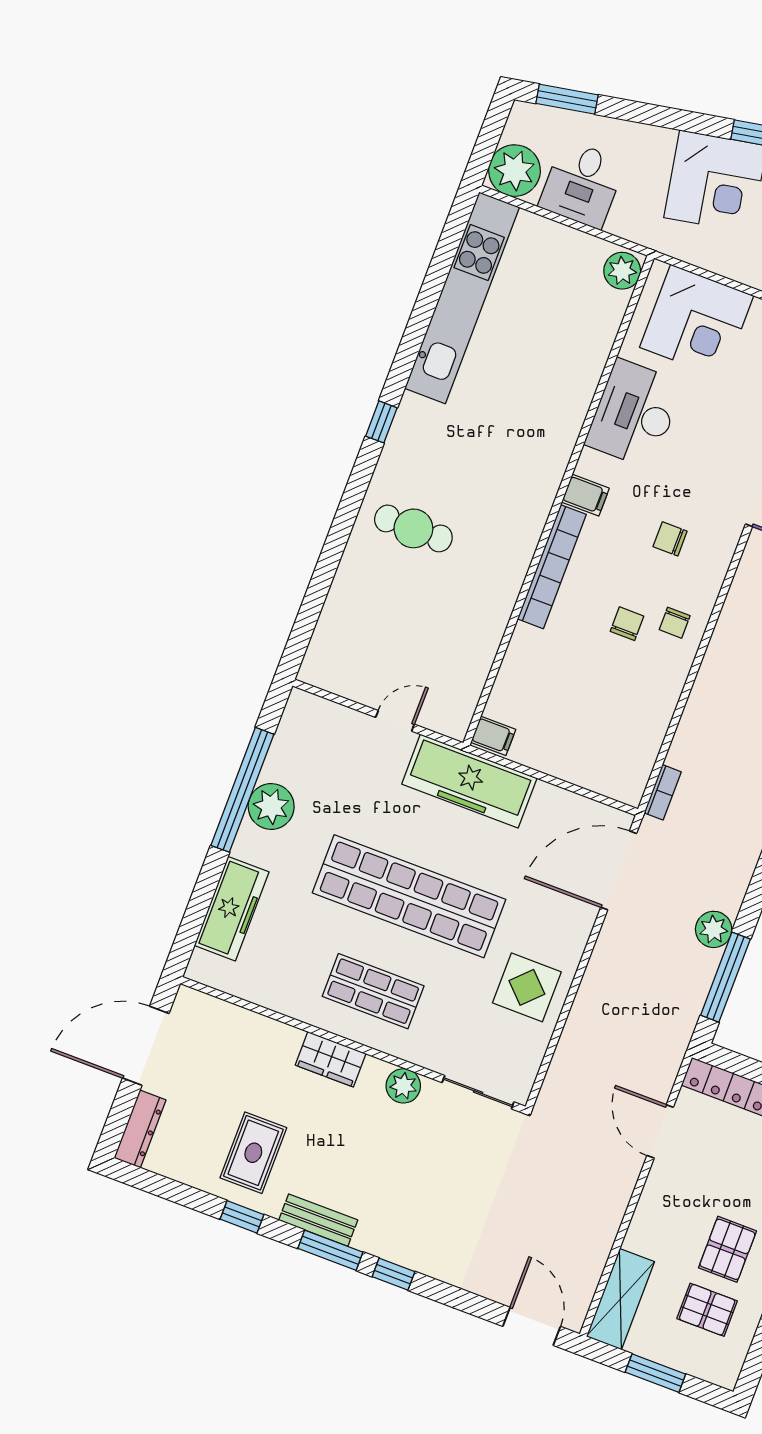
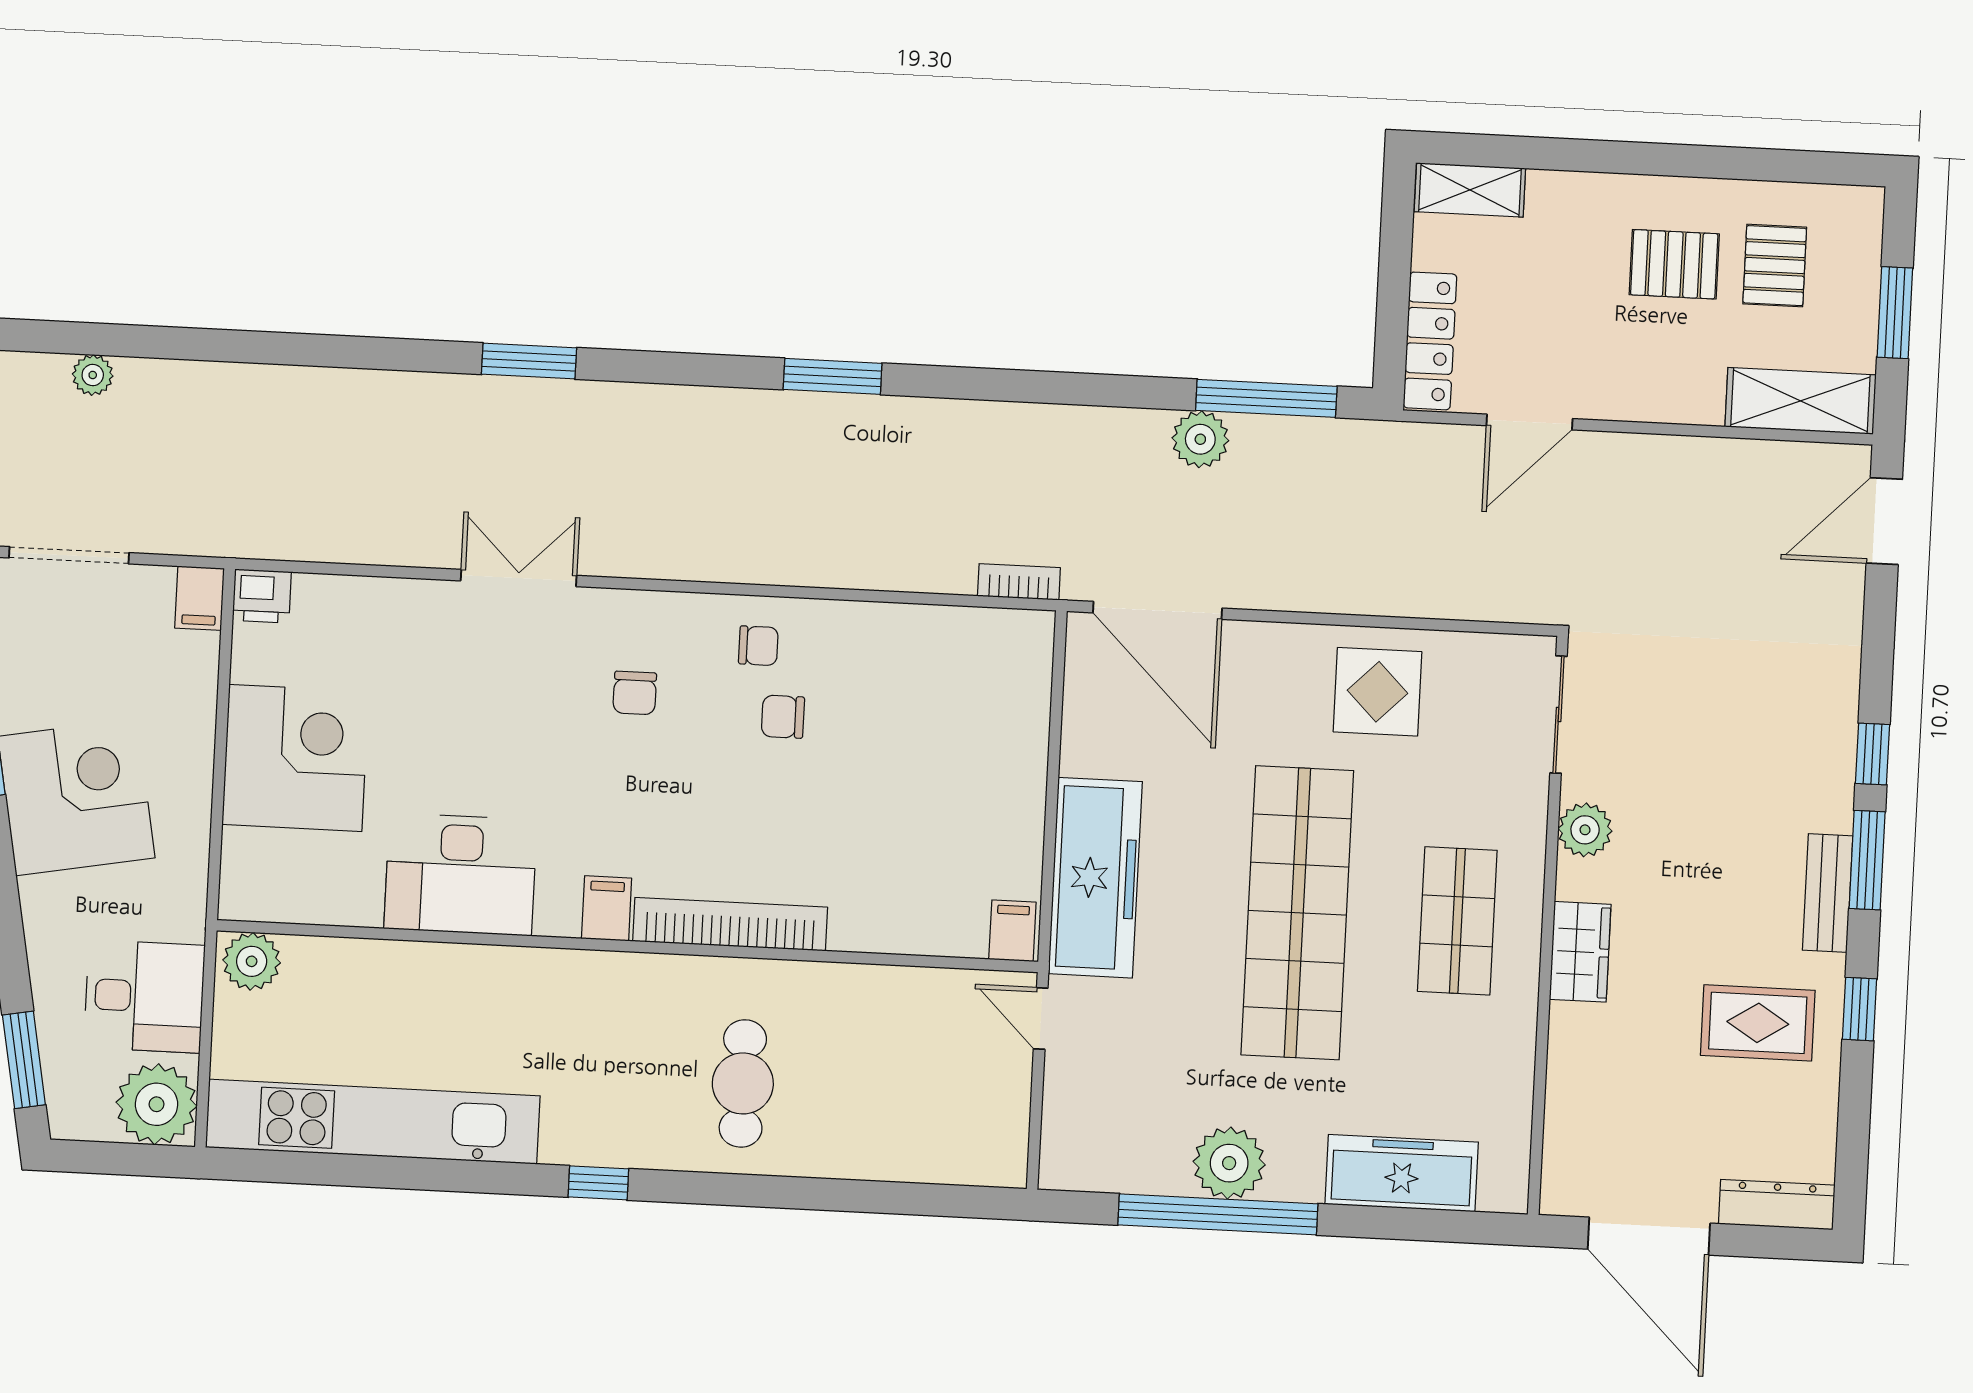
plant: (622, 271) -> (252, 961), moved
desk: (634, 414) -> (460, 874), moved
filing cabinet: (585, 495) -> (607, 908), moved
wall: (559, 500) -> (627, 946), moved
bookcase: (552, 567) -> (730, 924), moved
filing cabinet: (493, 736) -> (1012, 931), moved

